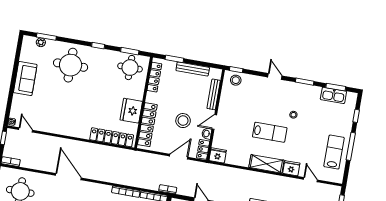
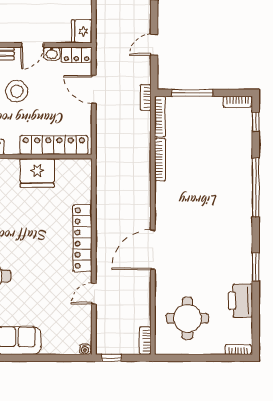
stool: (183, 121) -> (17, 91), moved
door: (214, 122) -> (32, 45), hinge flipped
door: (26, 130) -> (94, 294), moved
locker: (112, 137) -> (82, 238), moved

